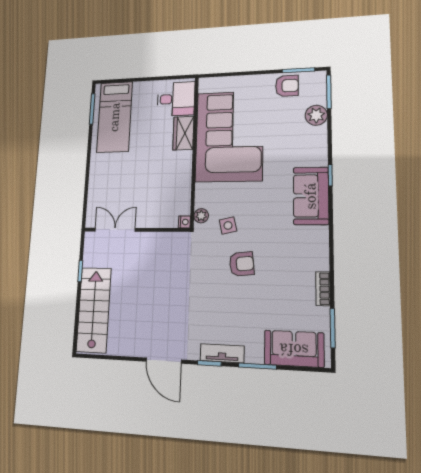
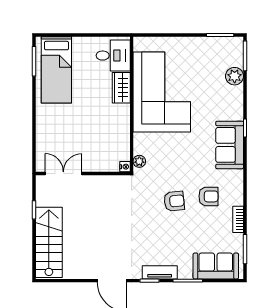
armchair: (287, 86) -> (208, 196), moved
side table: (228, 225) -> (162, 170), removed

